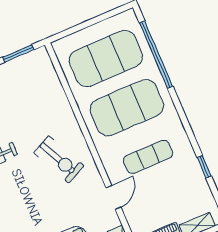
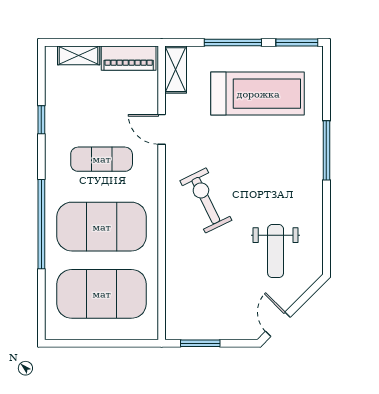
window: (156, 55) -> (41, 224), moved
door: (113, 197) -> (162, 129), hinge flipped

